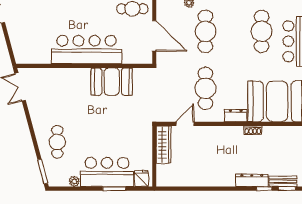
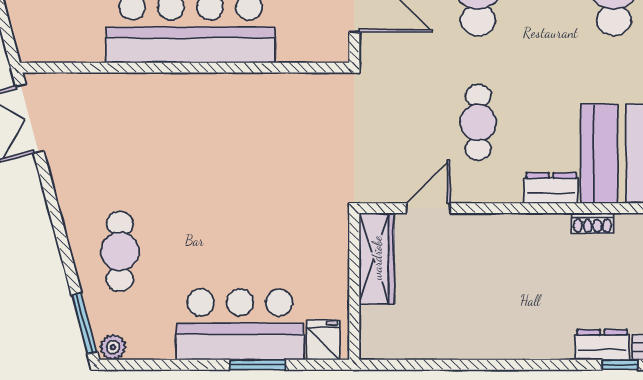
booth: (112, 82) -> (251, 106), removed
cafe table: (205, 88) -> (478, 122), width x0.73, depth x0.74
dresser: (252, 180) -> (602, 345), width x0.70
plant: (74, 181) -> (113, 347), moved

